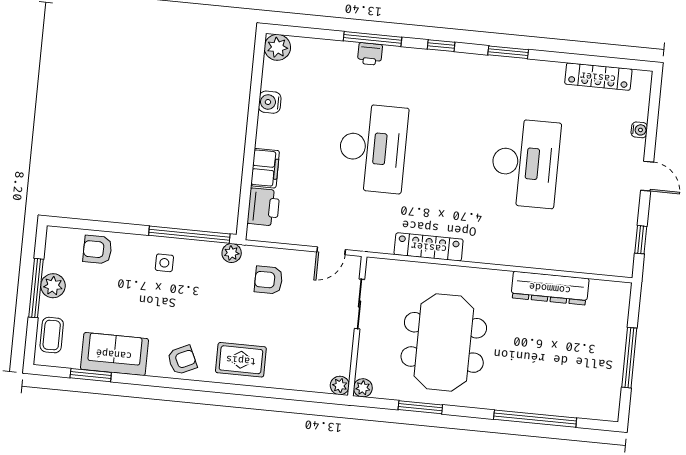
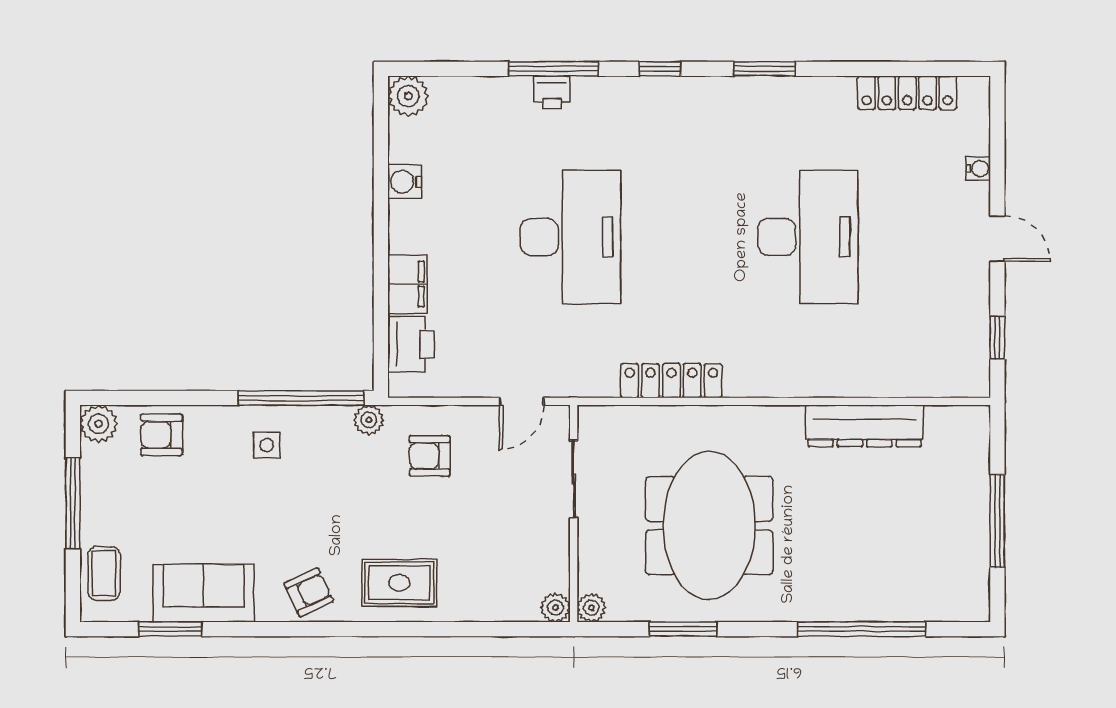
plant: (53, 286) -> (99, 424), moved

